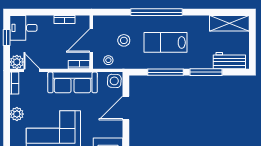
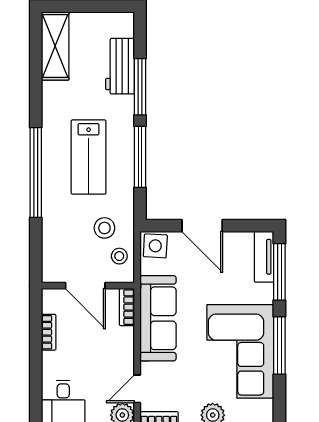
stool: (124, 40) -> (104, 228), moved
workbench: (229, 61) -> (120, 66), moved

